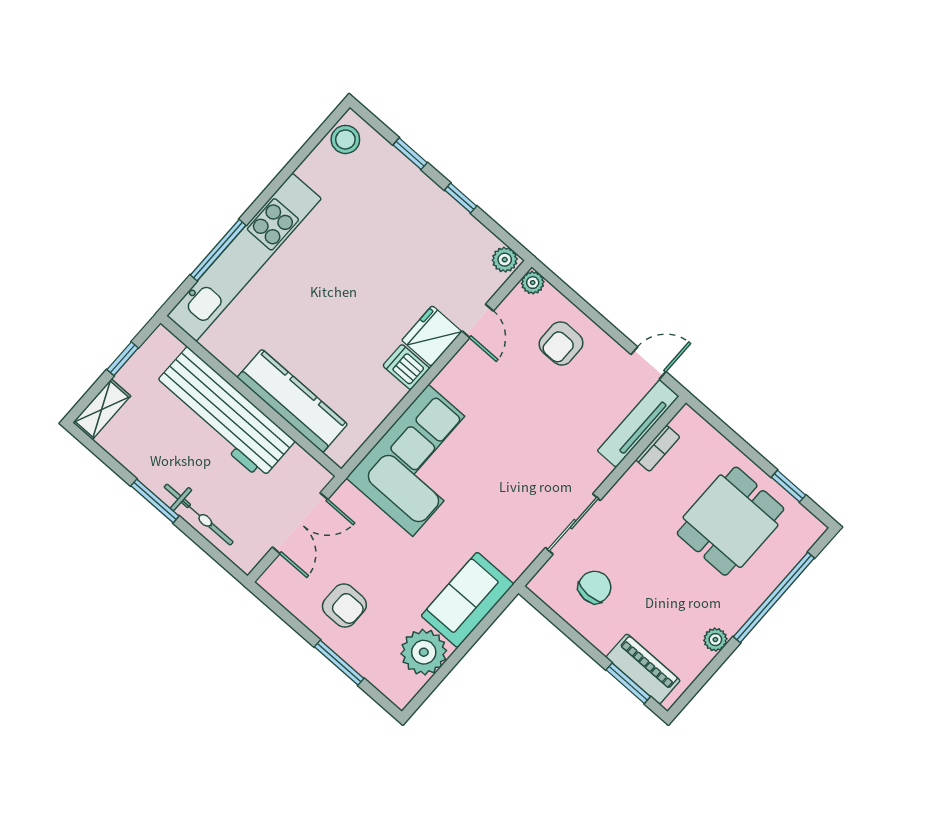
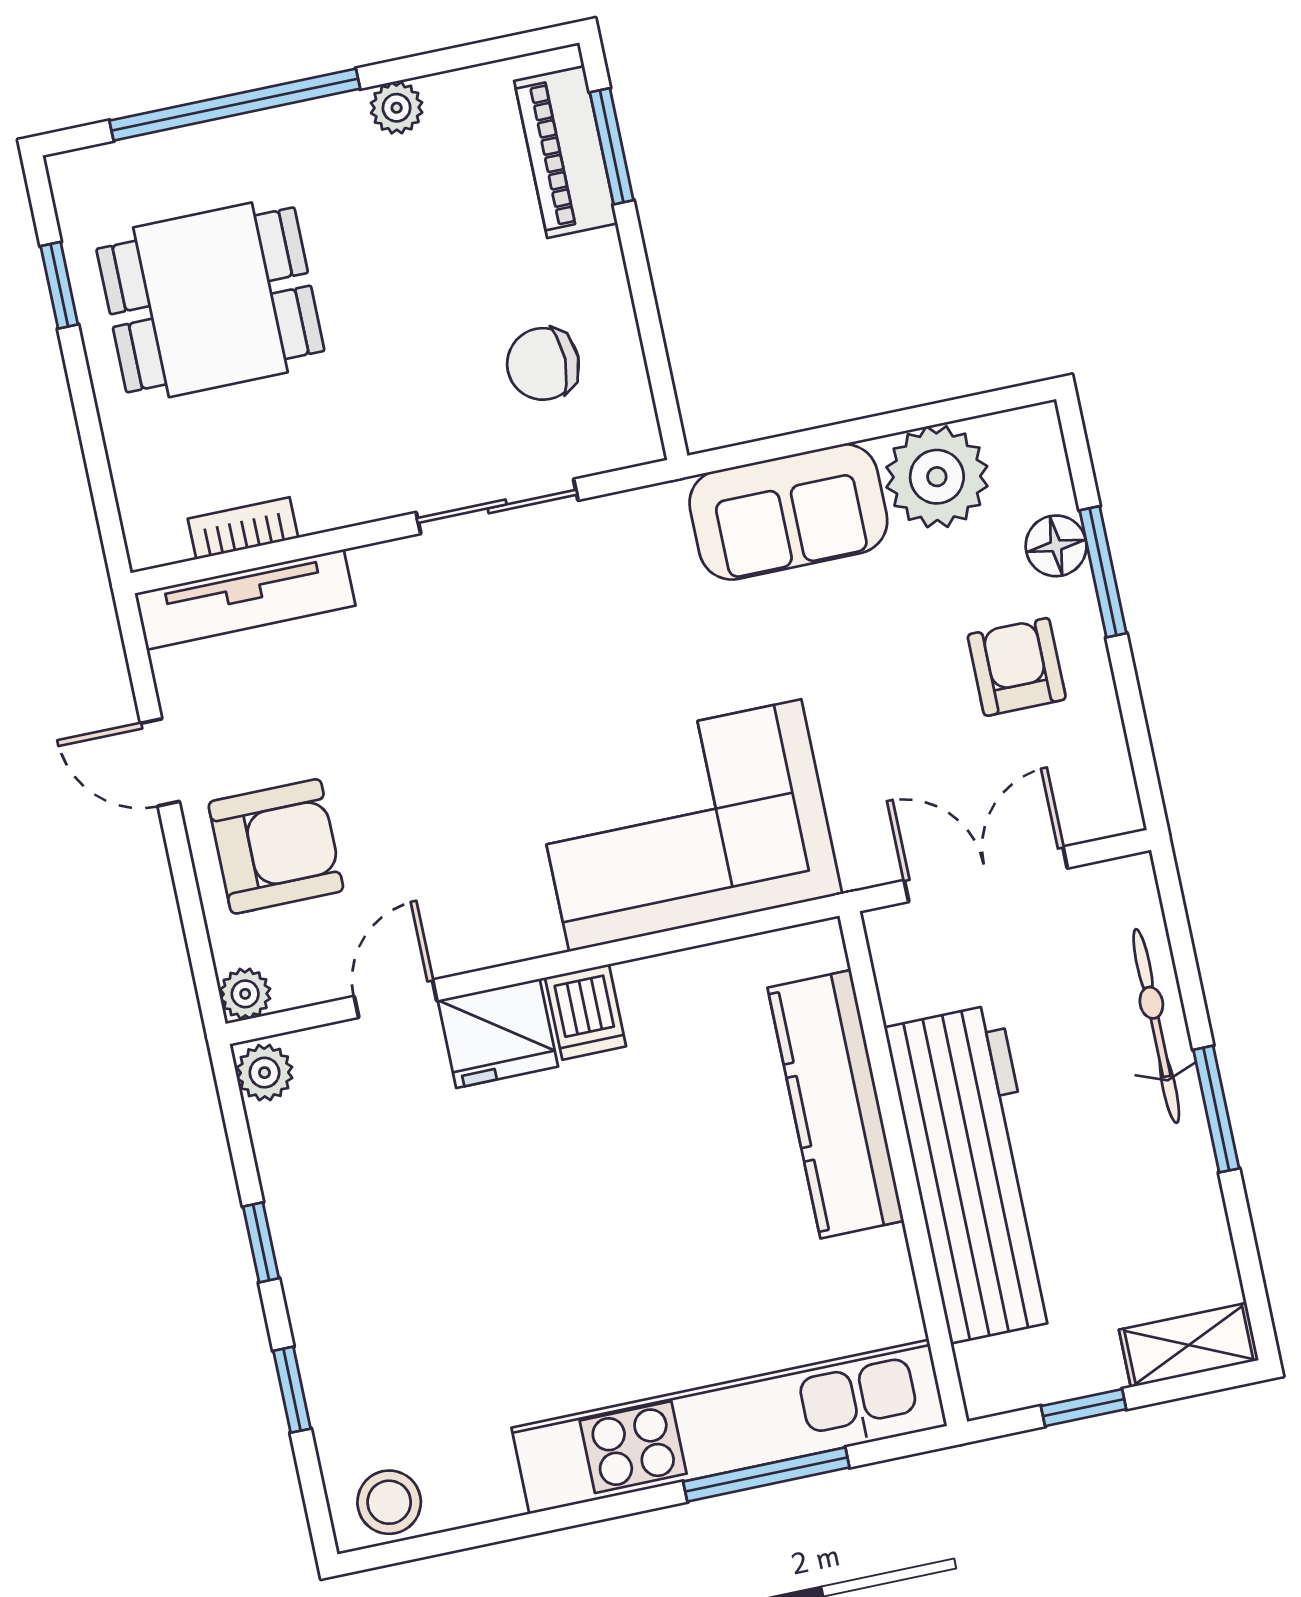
armchair: (561, 343) -> (276, 846), width x1.38, depth x1.38
door: (648, 363) -> (160, 762), moved
floor lamp: (363, 659) -> (1056, 546), added

